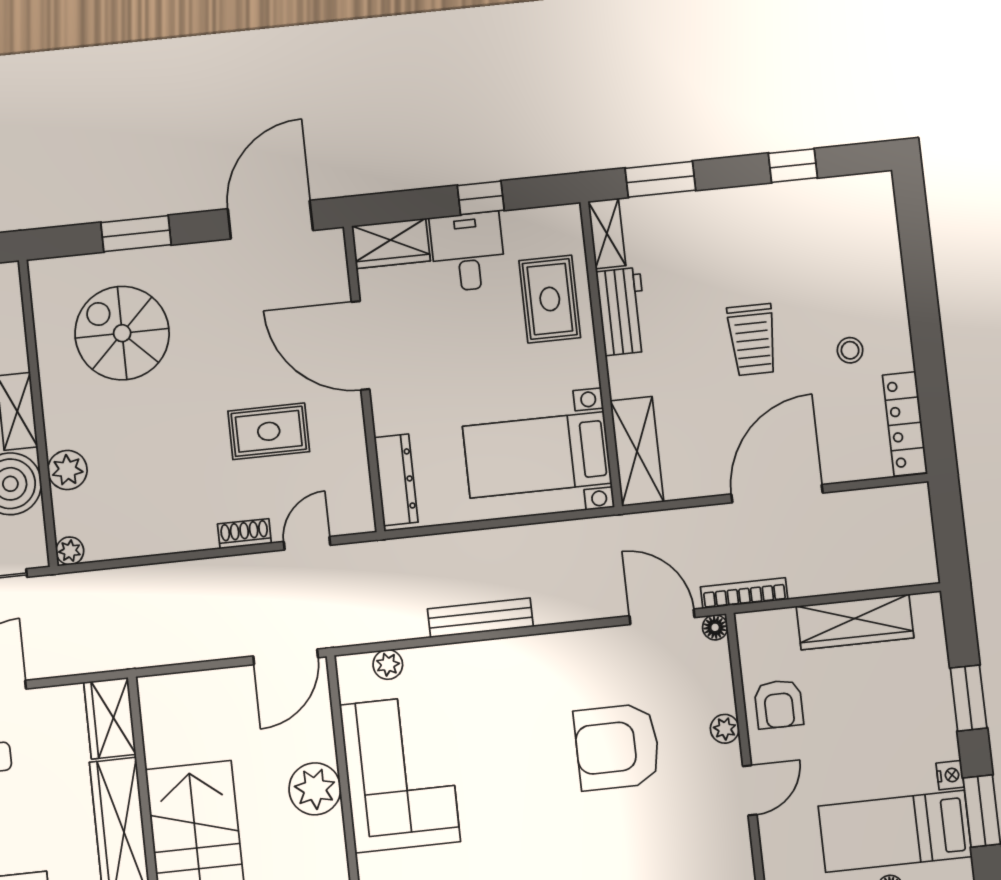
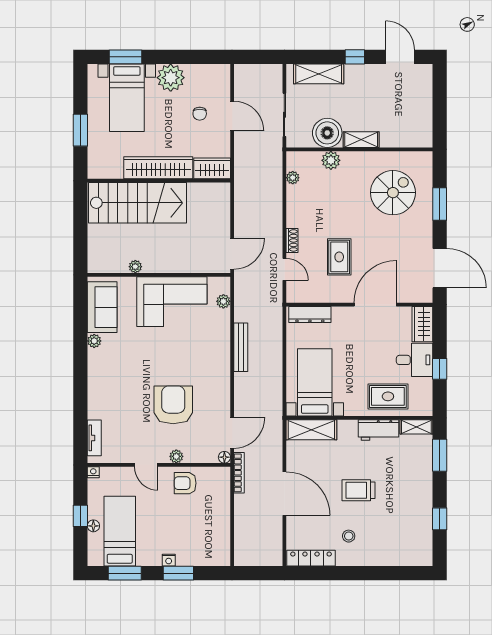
plant: (70, 551) -> (293, 178), moved
wardrobe: (855, 622) -> (220, 524), removed
door: (286, 657) -> (232, 254), swing flipped
nightstand: (950, 775) -> (169, 560), moved
plant: (315, 789) -> (135, 267), moved, width x0.53, depth x0.53

